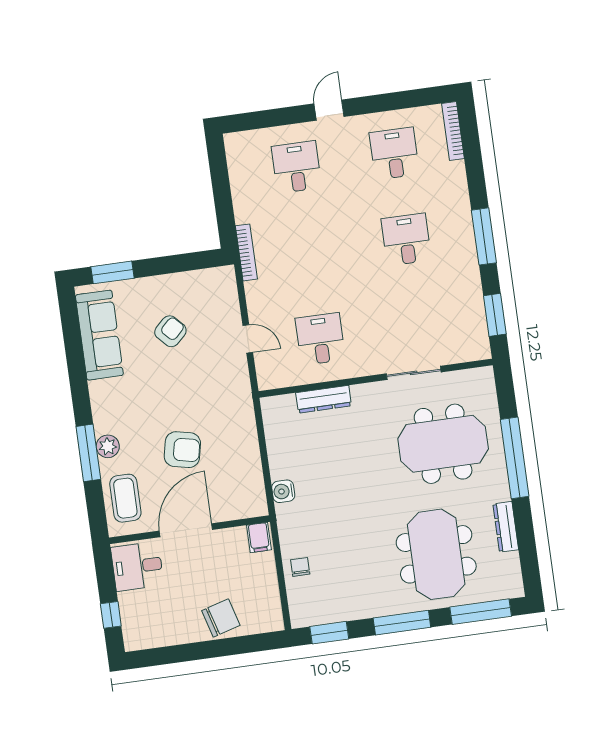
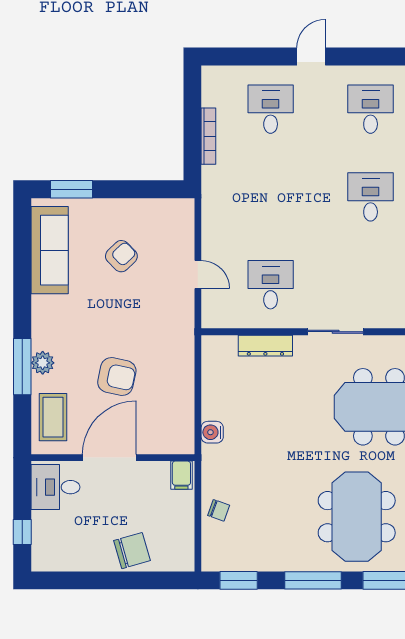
bookcase: (246, 252) -> (208, 136), moved
sliding door: (414, 373) -> (336, 332), moved
chair: (300, 567) -> (219, 510), turned 110

